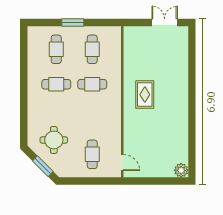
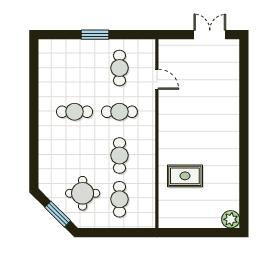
cafe table: (56, 49) -> (119, 155), moved
rug: (145, 95) -> (185, 176), moved, turned 90
round table: (54, 140) -> (83, 193), moved
door: (122, 163) -> (157, 79), moved

